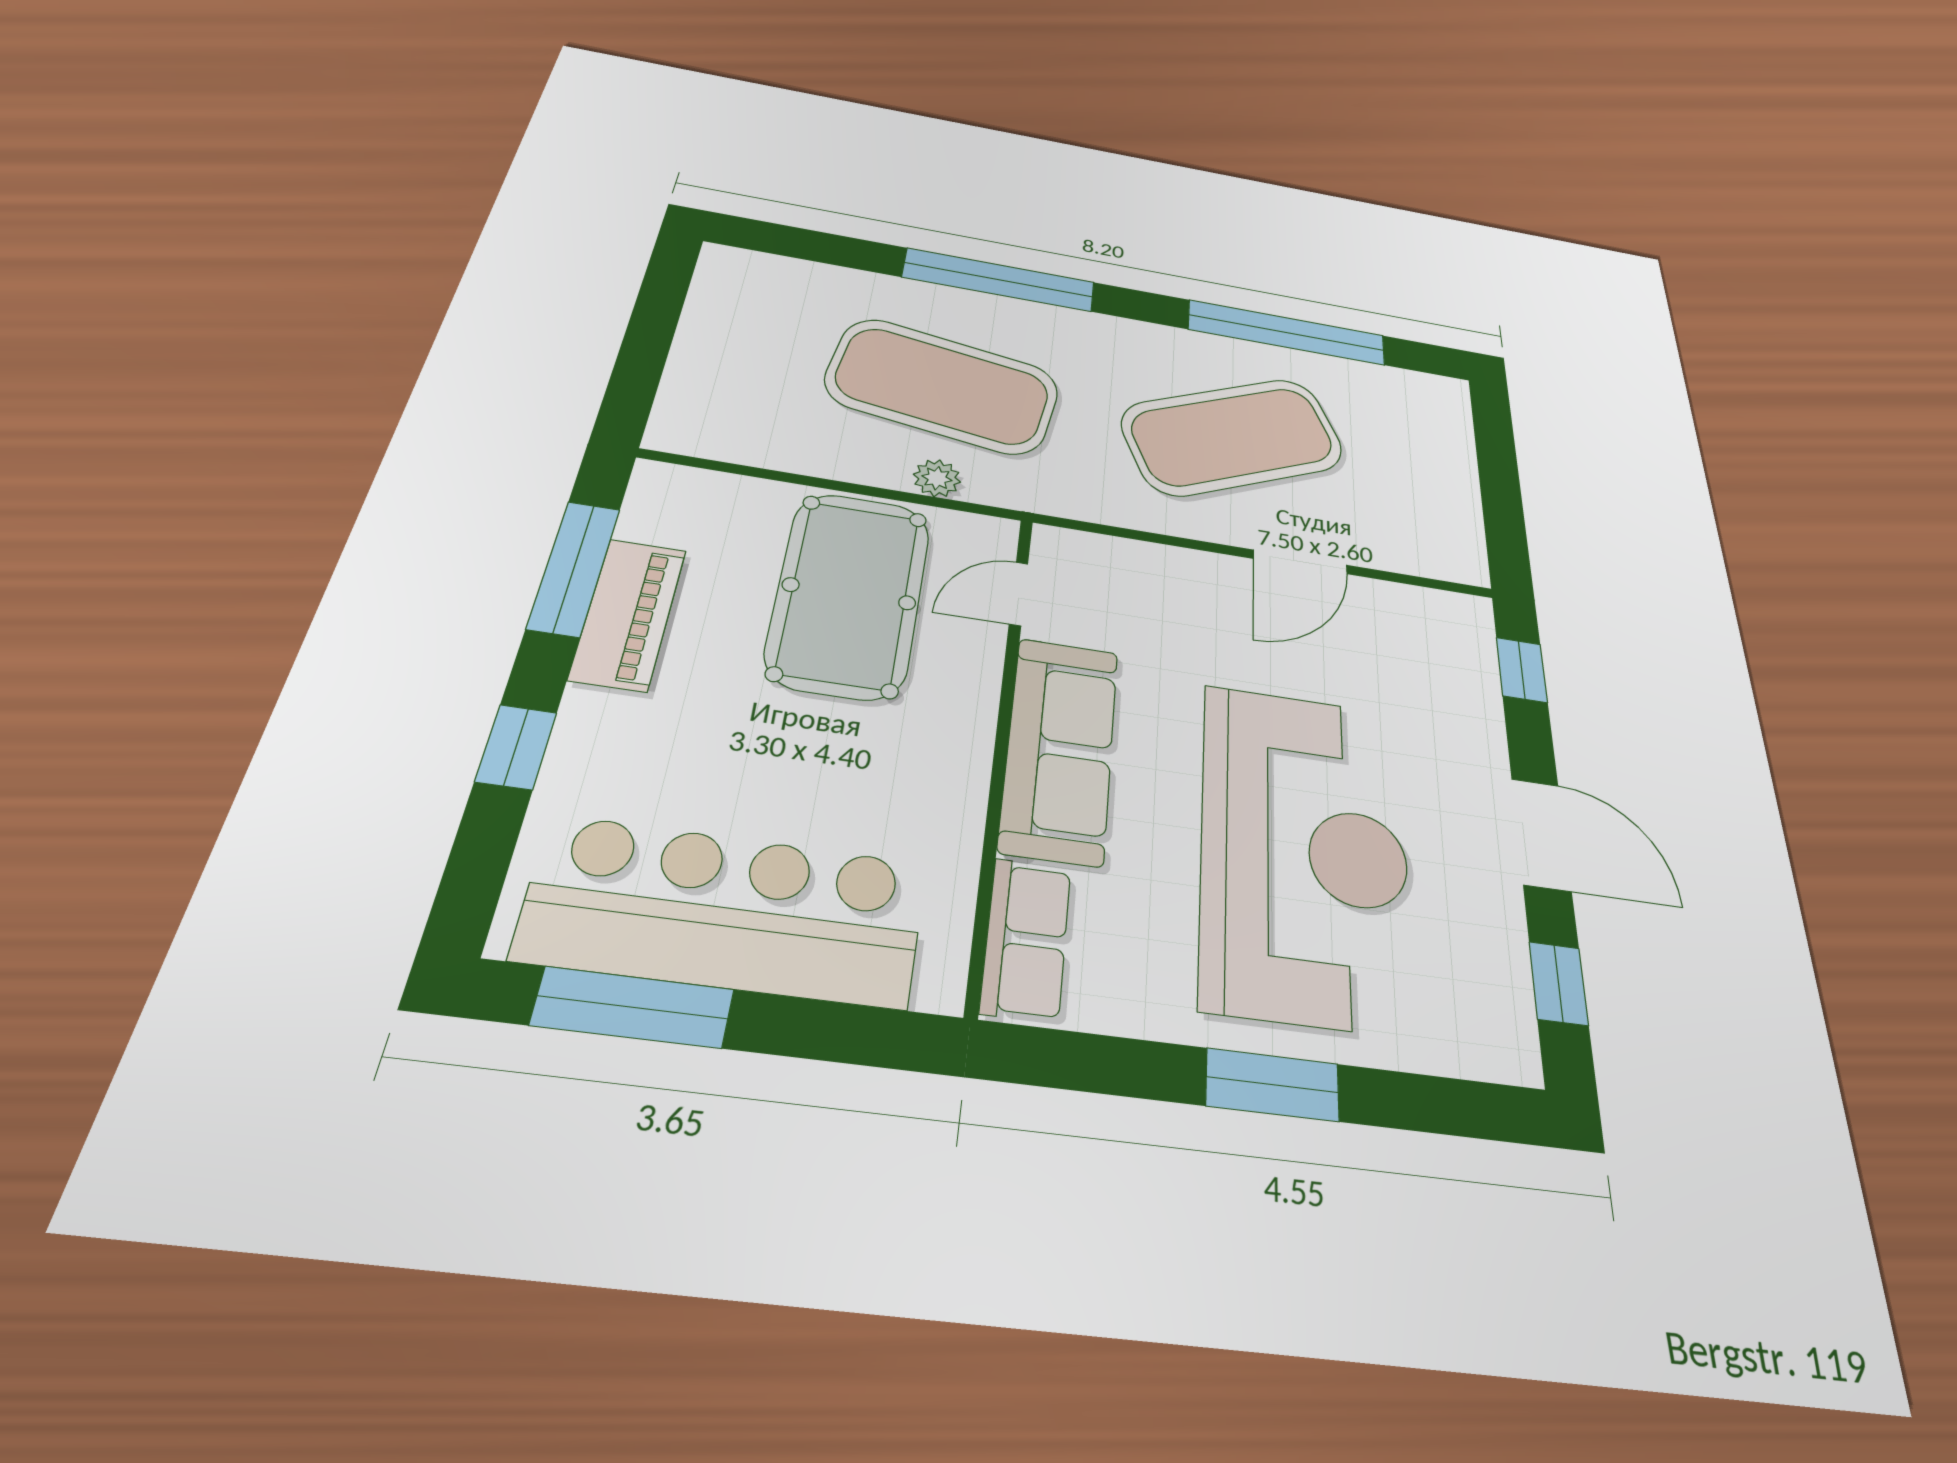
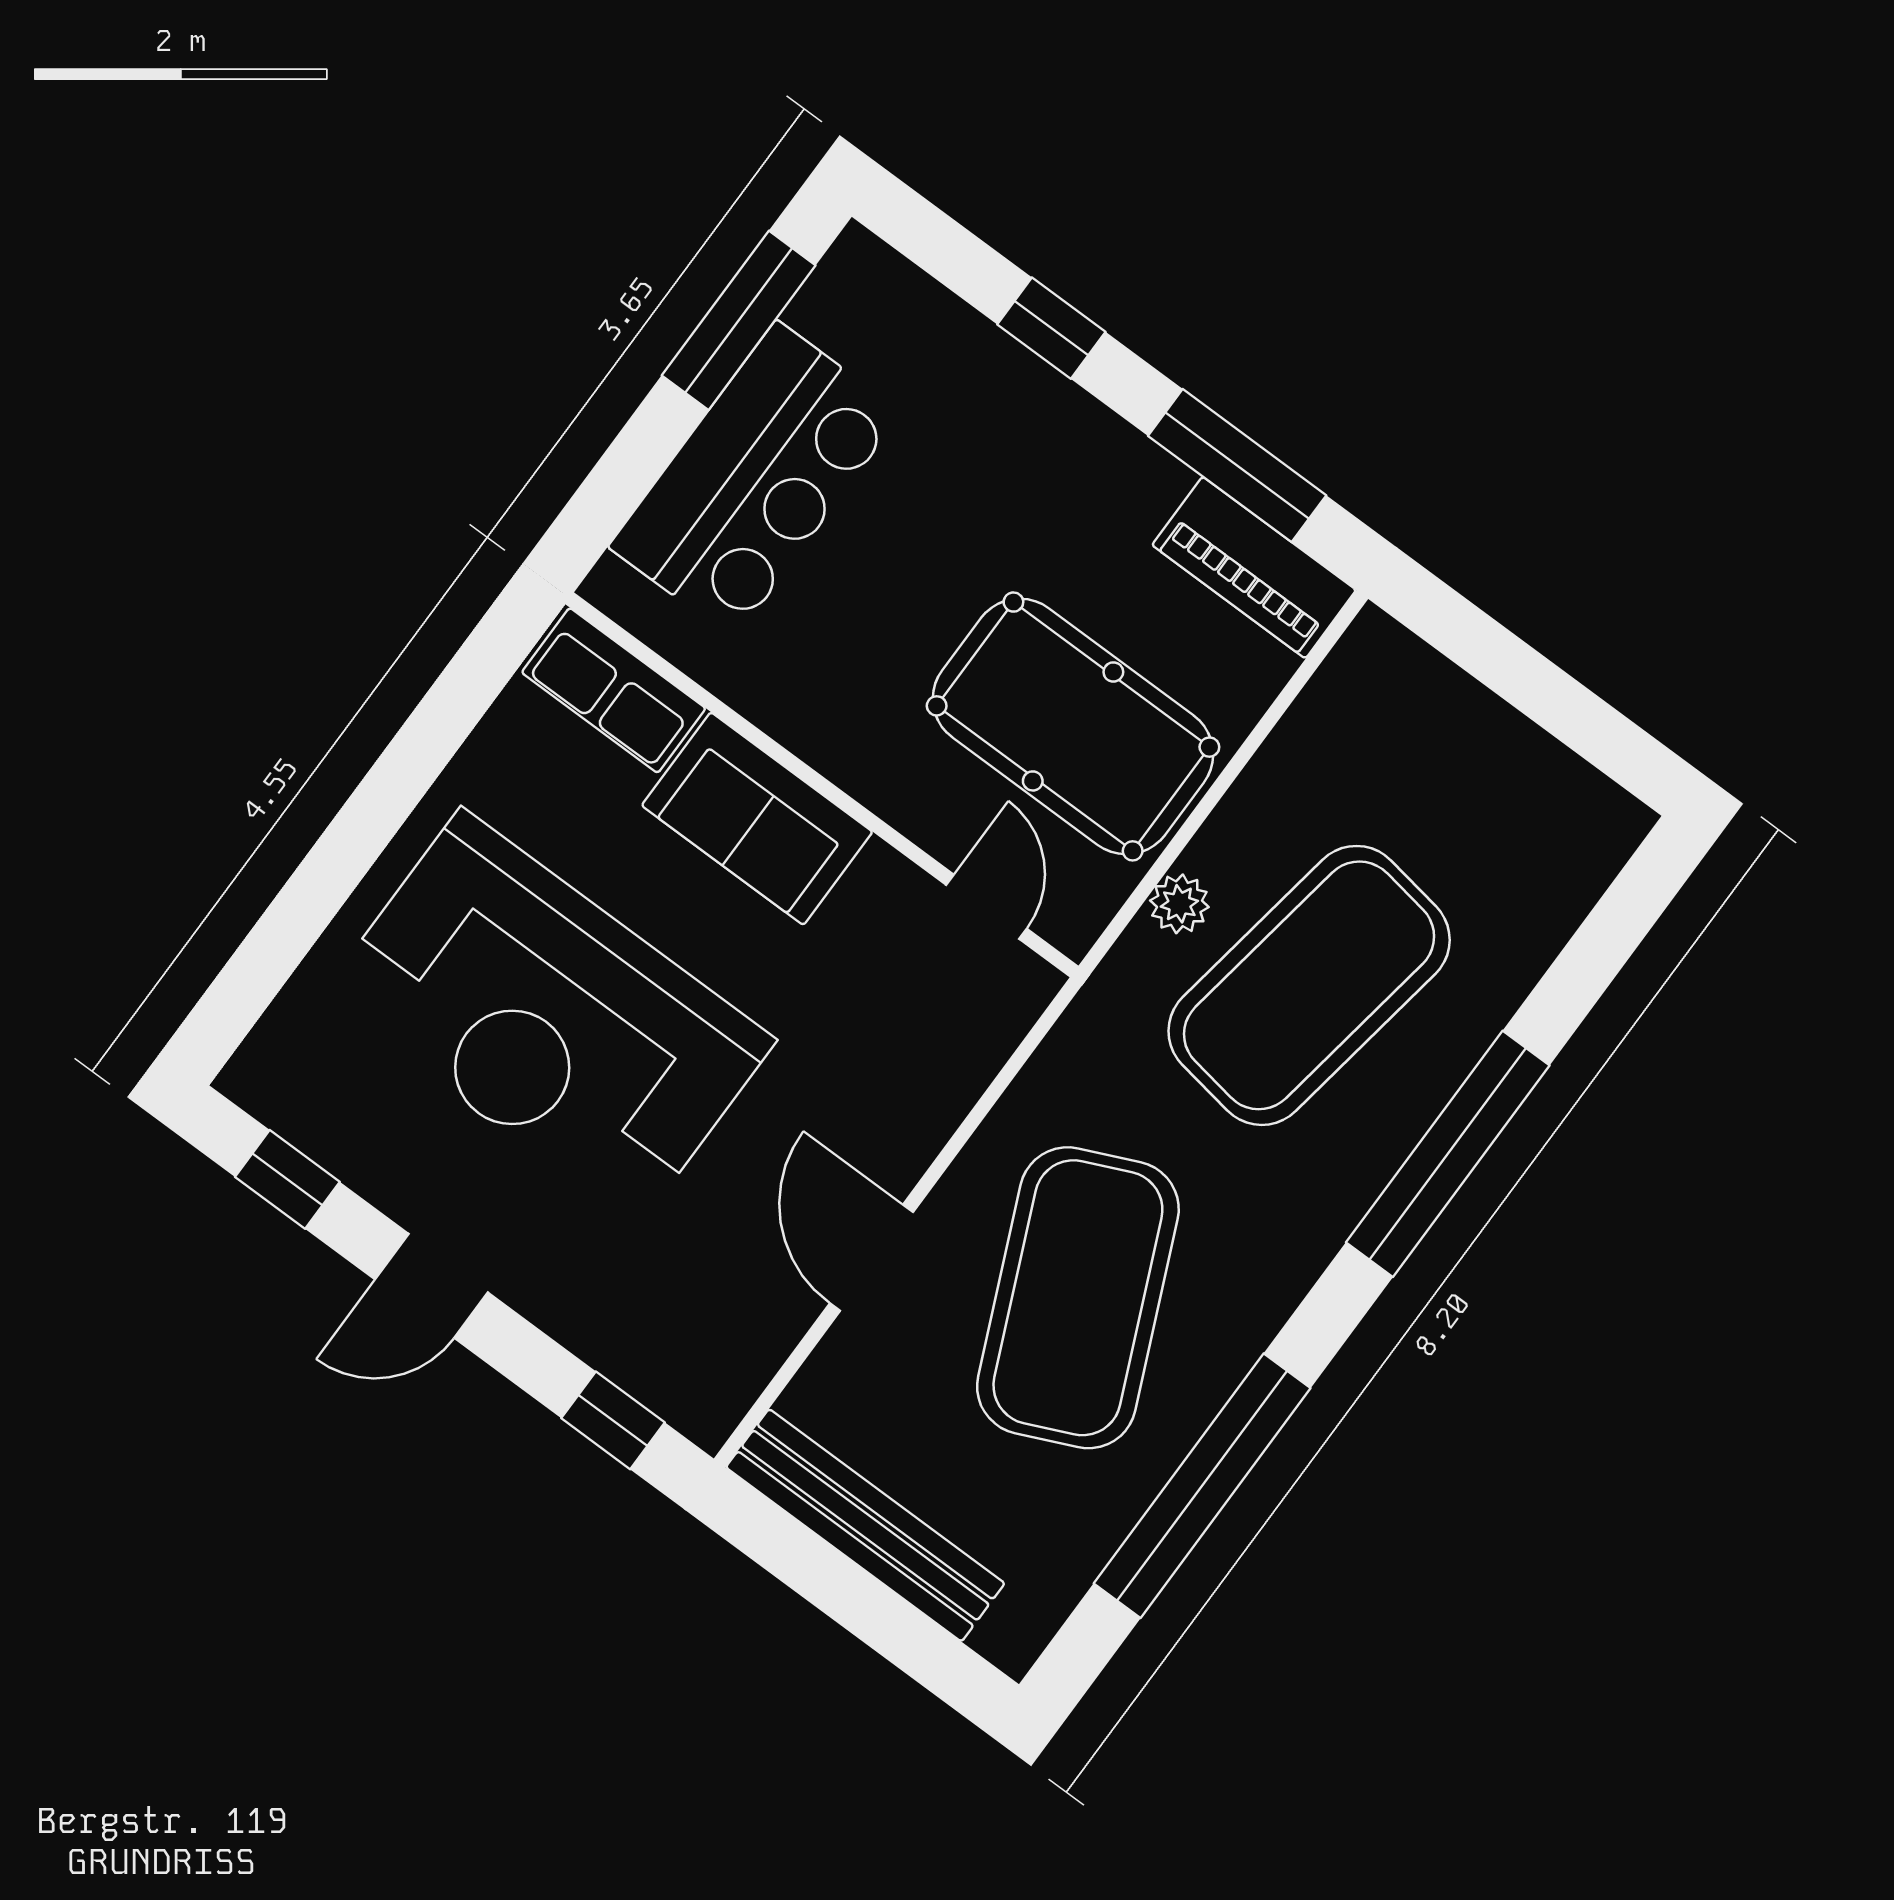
bench: (1456, 495) -> (865, 1525), added
piano: (628, 614) -> (1254, 568), moved
sofa: (1060, 749) -> (757, 819), width x0.73
door: (1541, 834) -> (431, 1286), width x0.73
bar counter: (726, 911) -> (755, 480), width x0.73
window: (1273, 1085) -> (361, 831), removed

